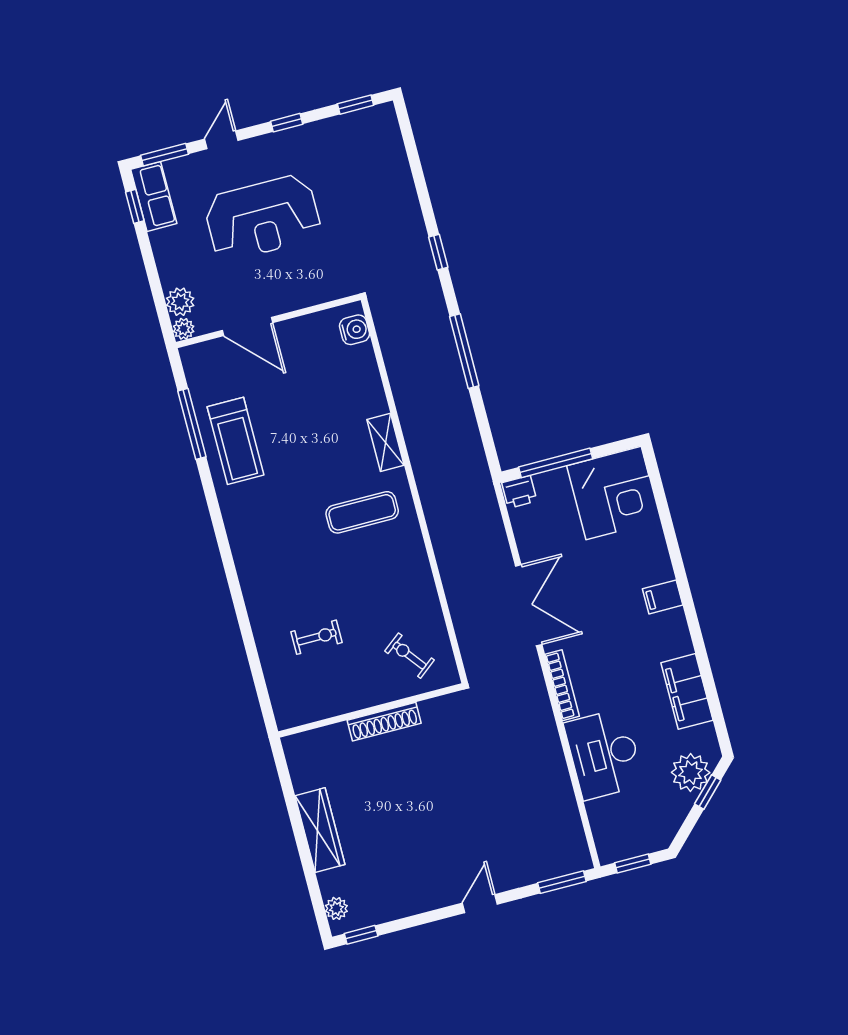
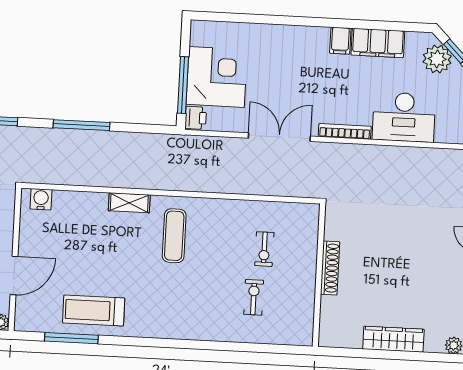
treadmill: (236, 441) -> (94, 310), turned 180
corner desk: (614, 493) -> (217, 77), moved
filing cabinet: (663, 597) -> (340, 41), moved
exercise bike: (410, 656) -> (264, 249), moved, turned -52

